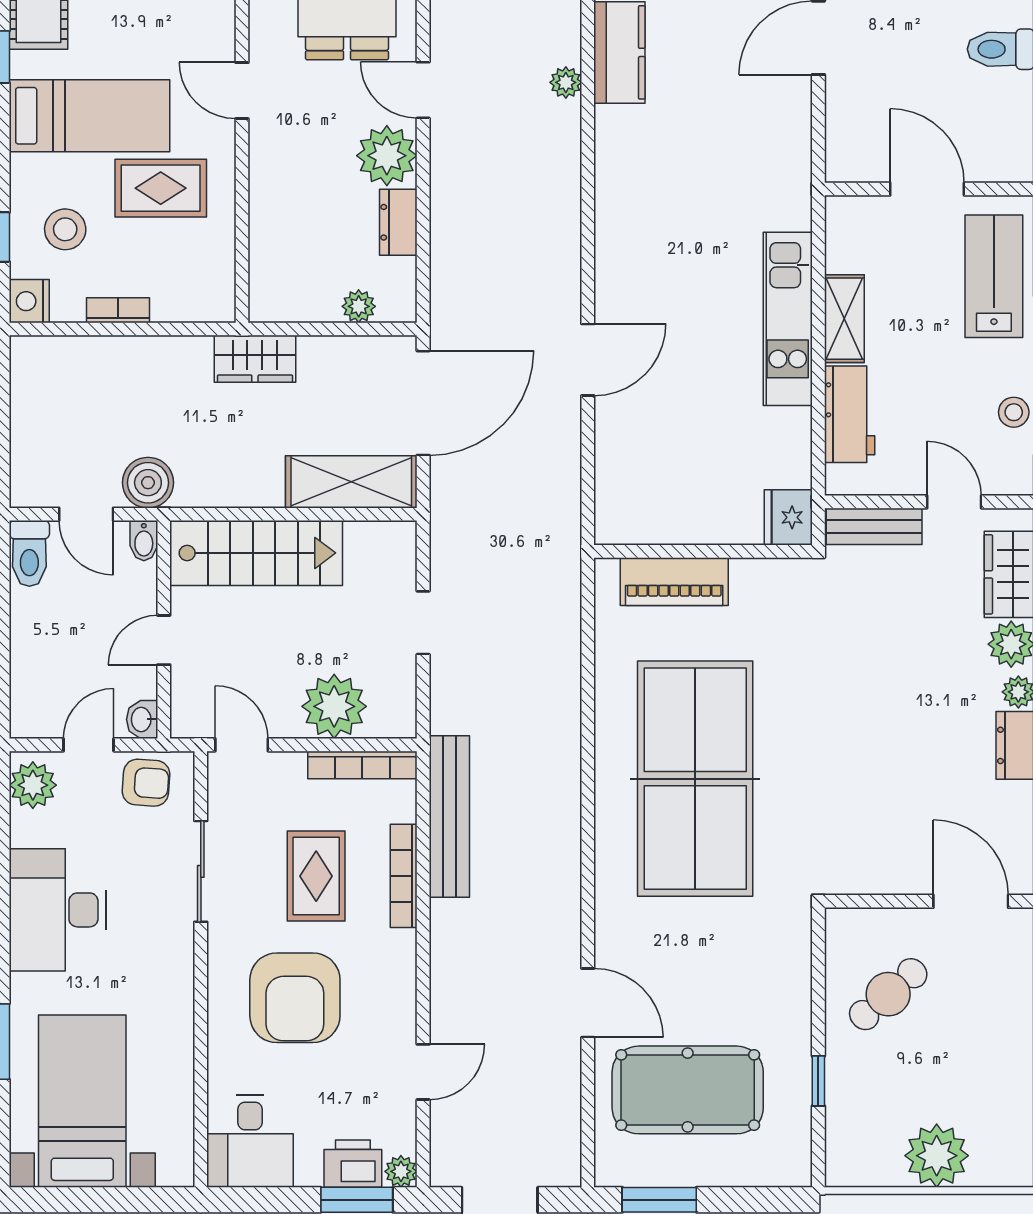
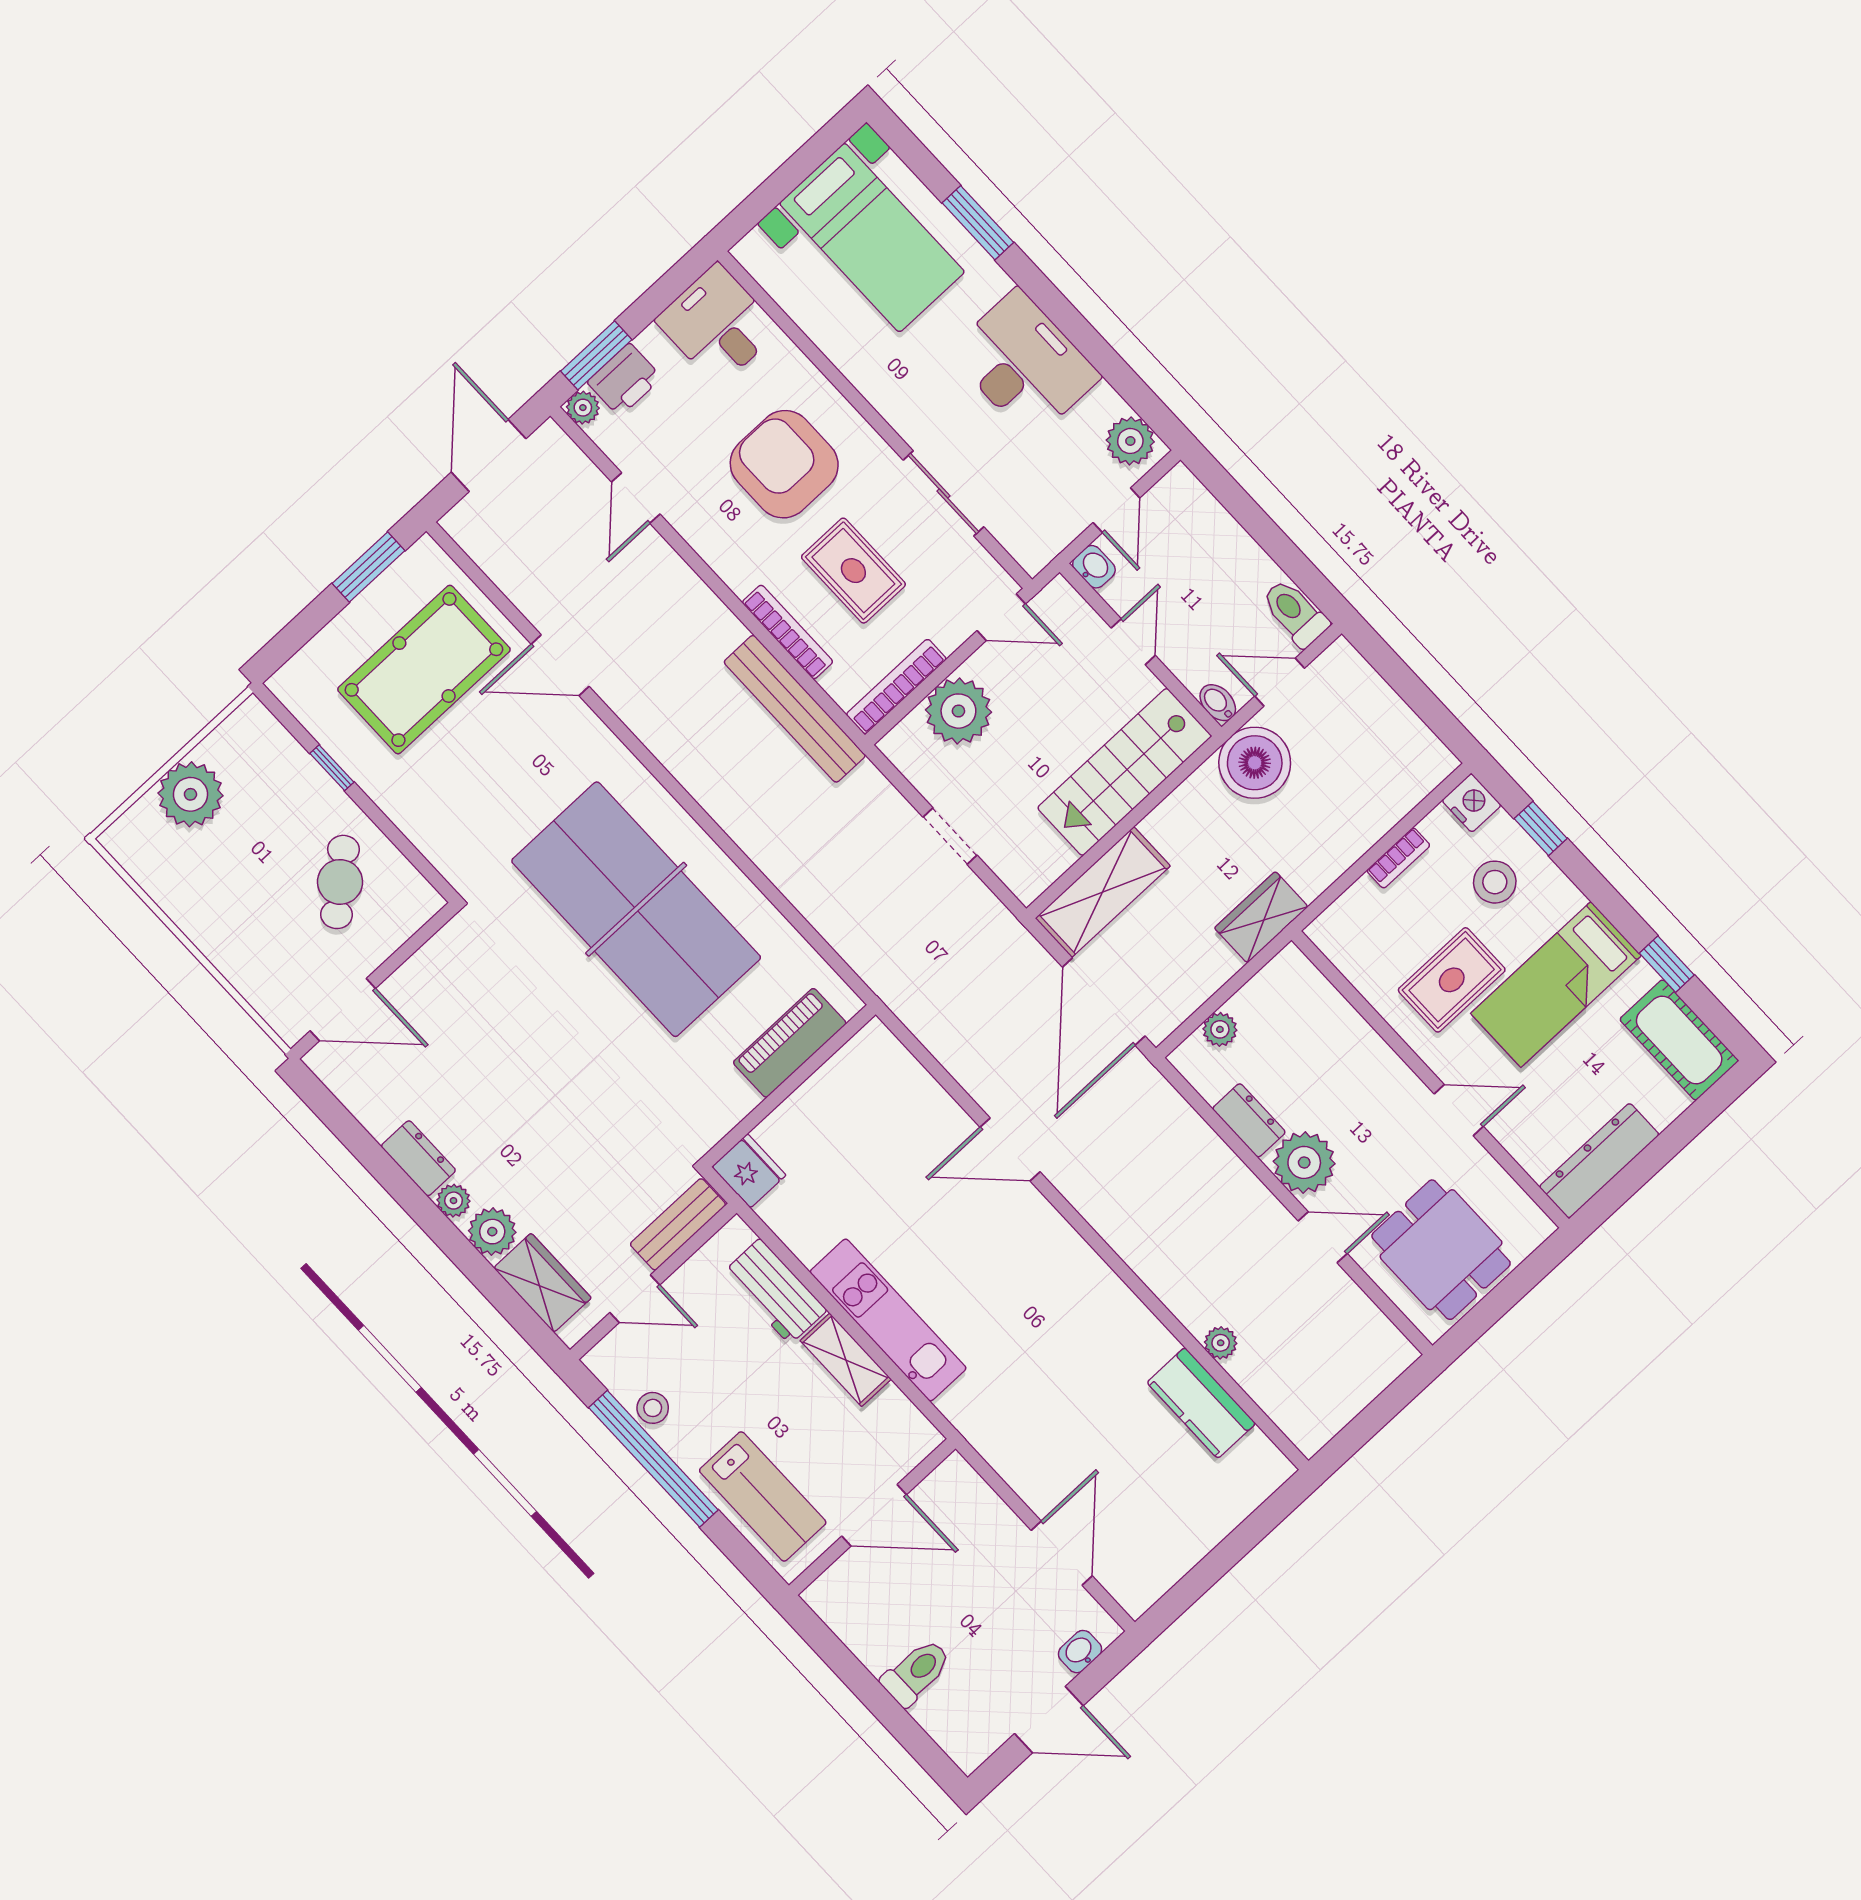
door: (588, 360) -> (1010, 1149), hinge flipped
boiler: (148, 483) -> (1255, 763), width x1.37, depth x1.37
armchair: (146, 783) -> (1047, 522), removed

